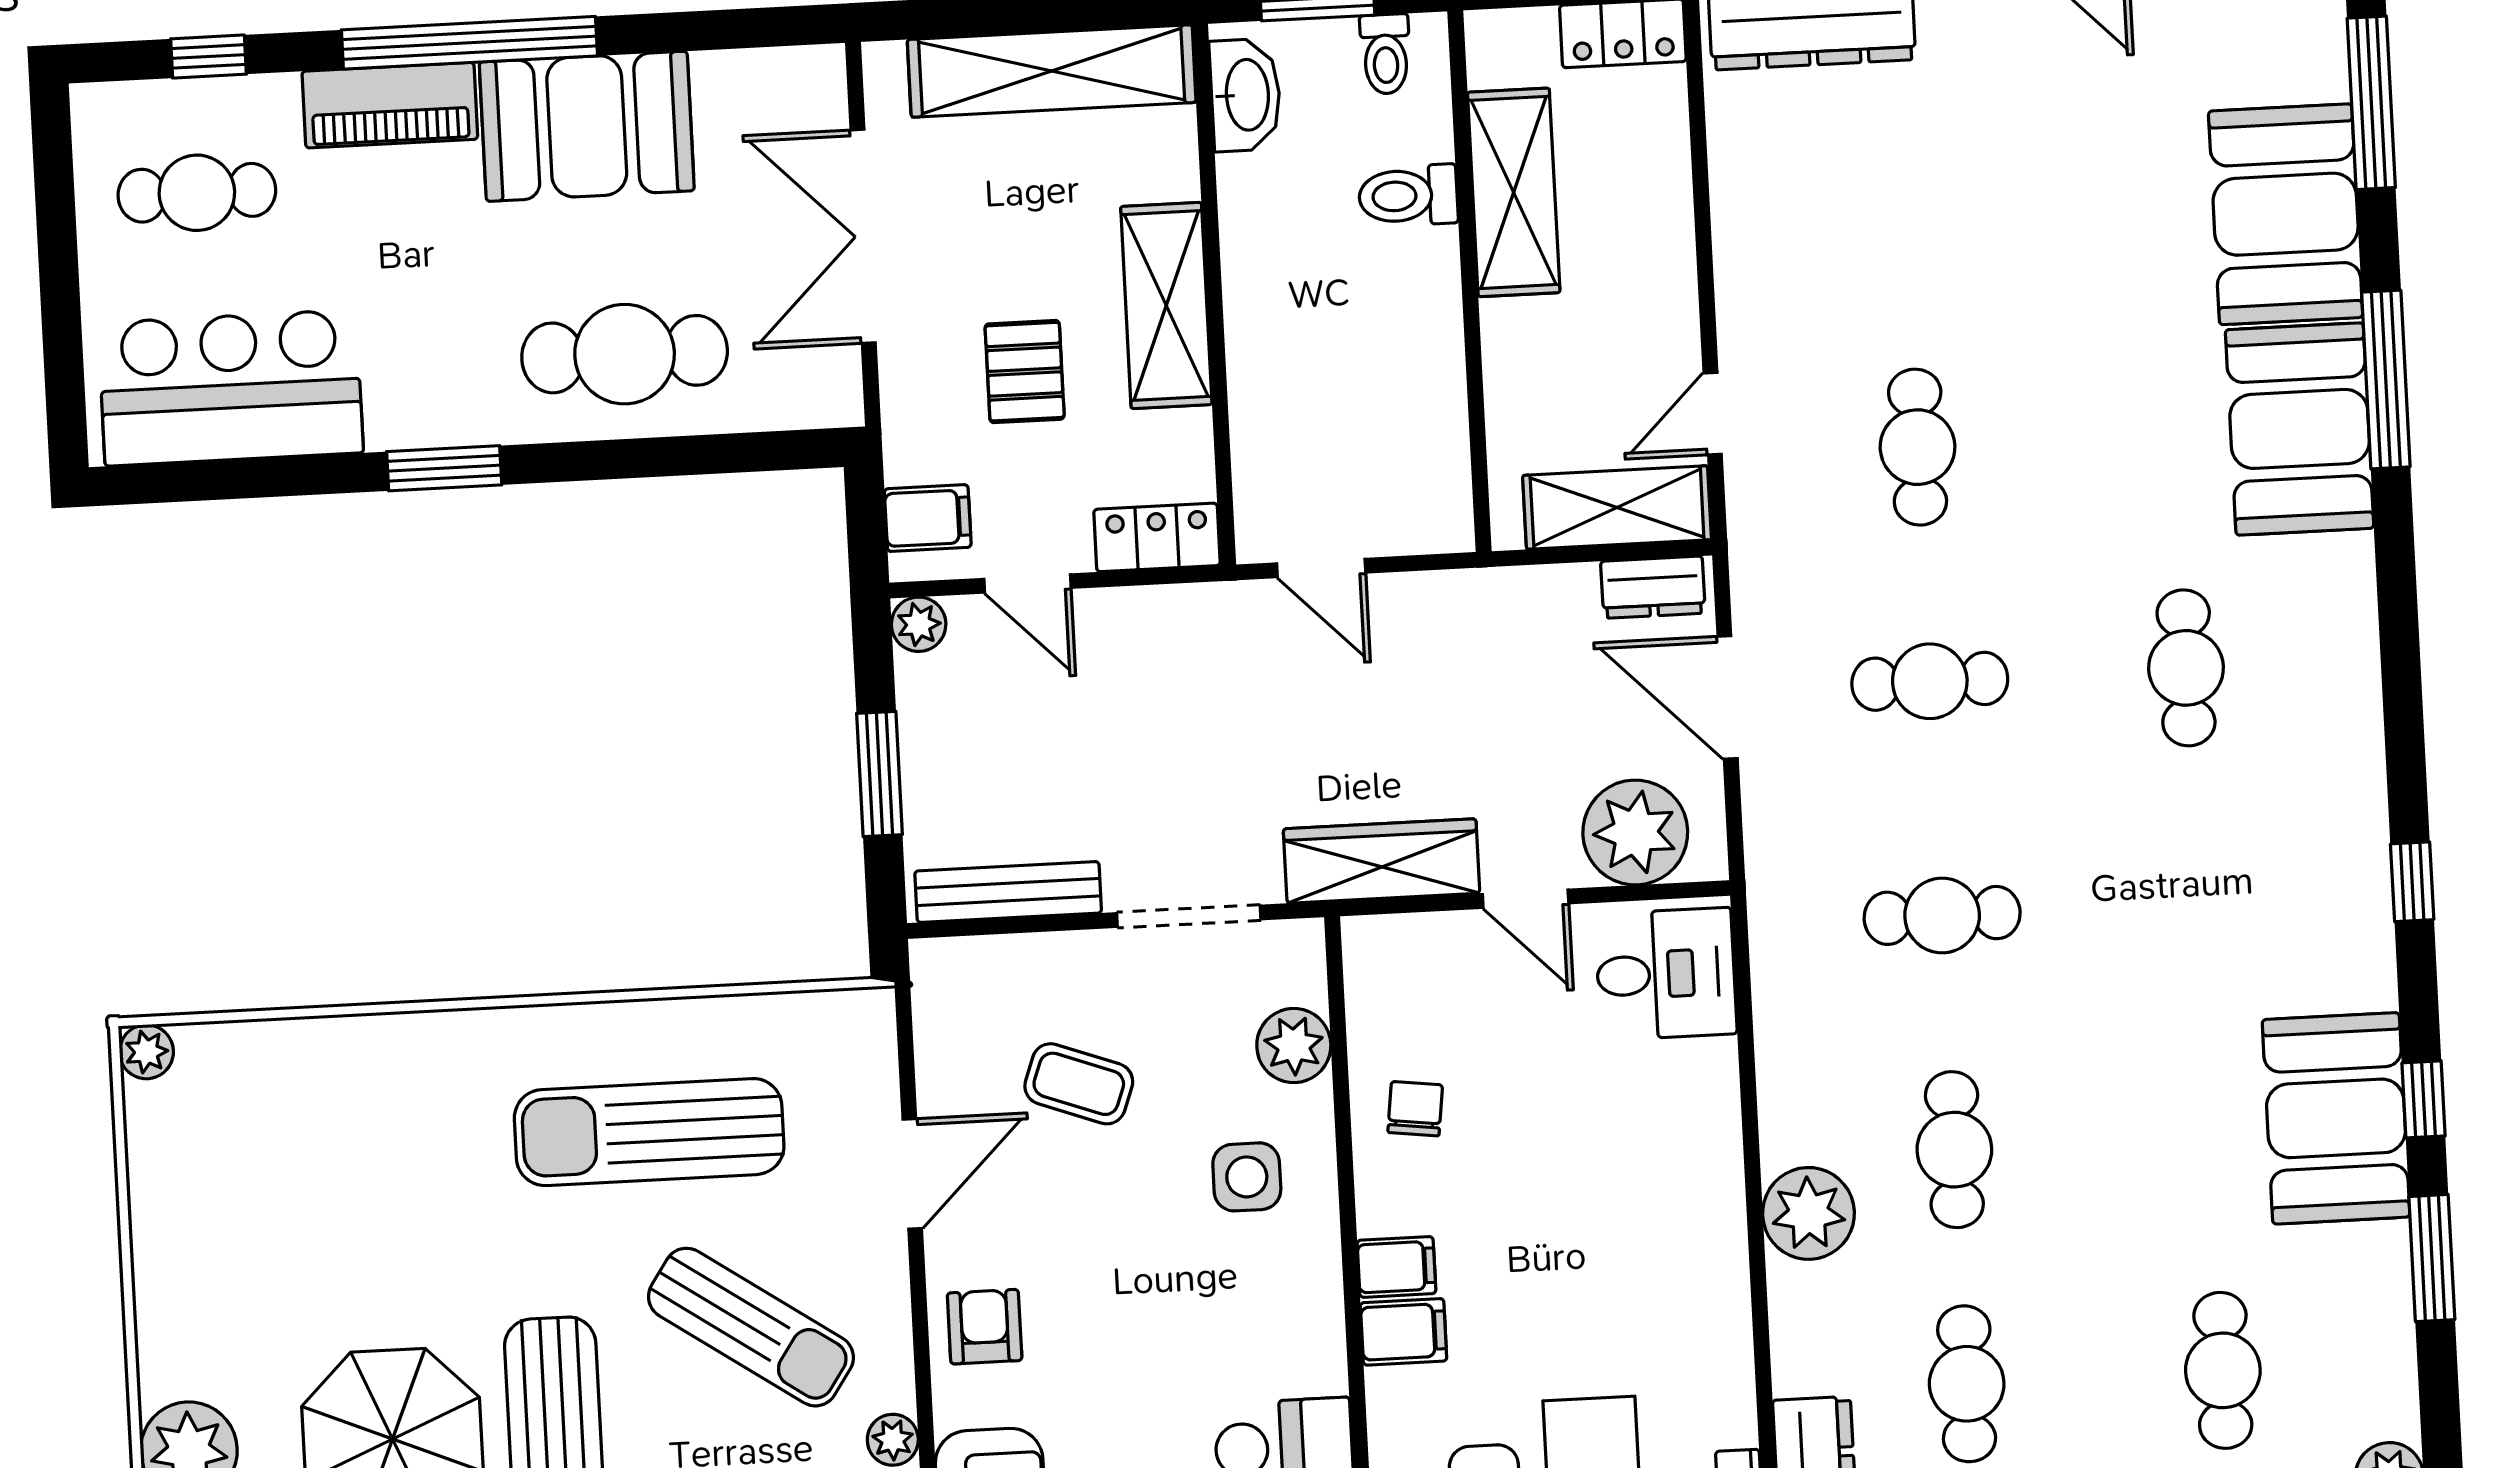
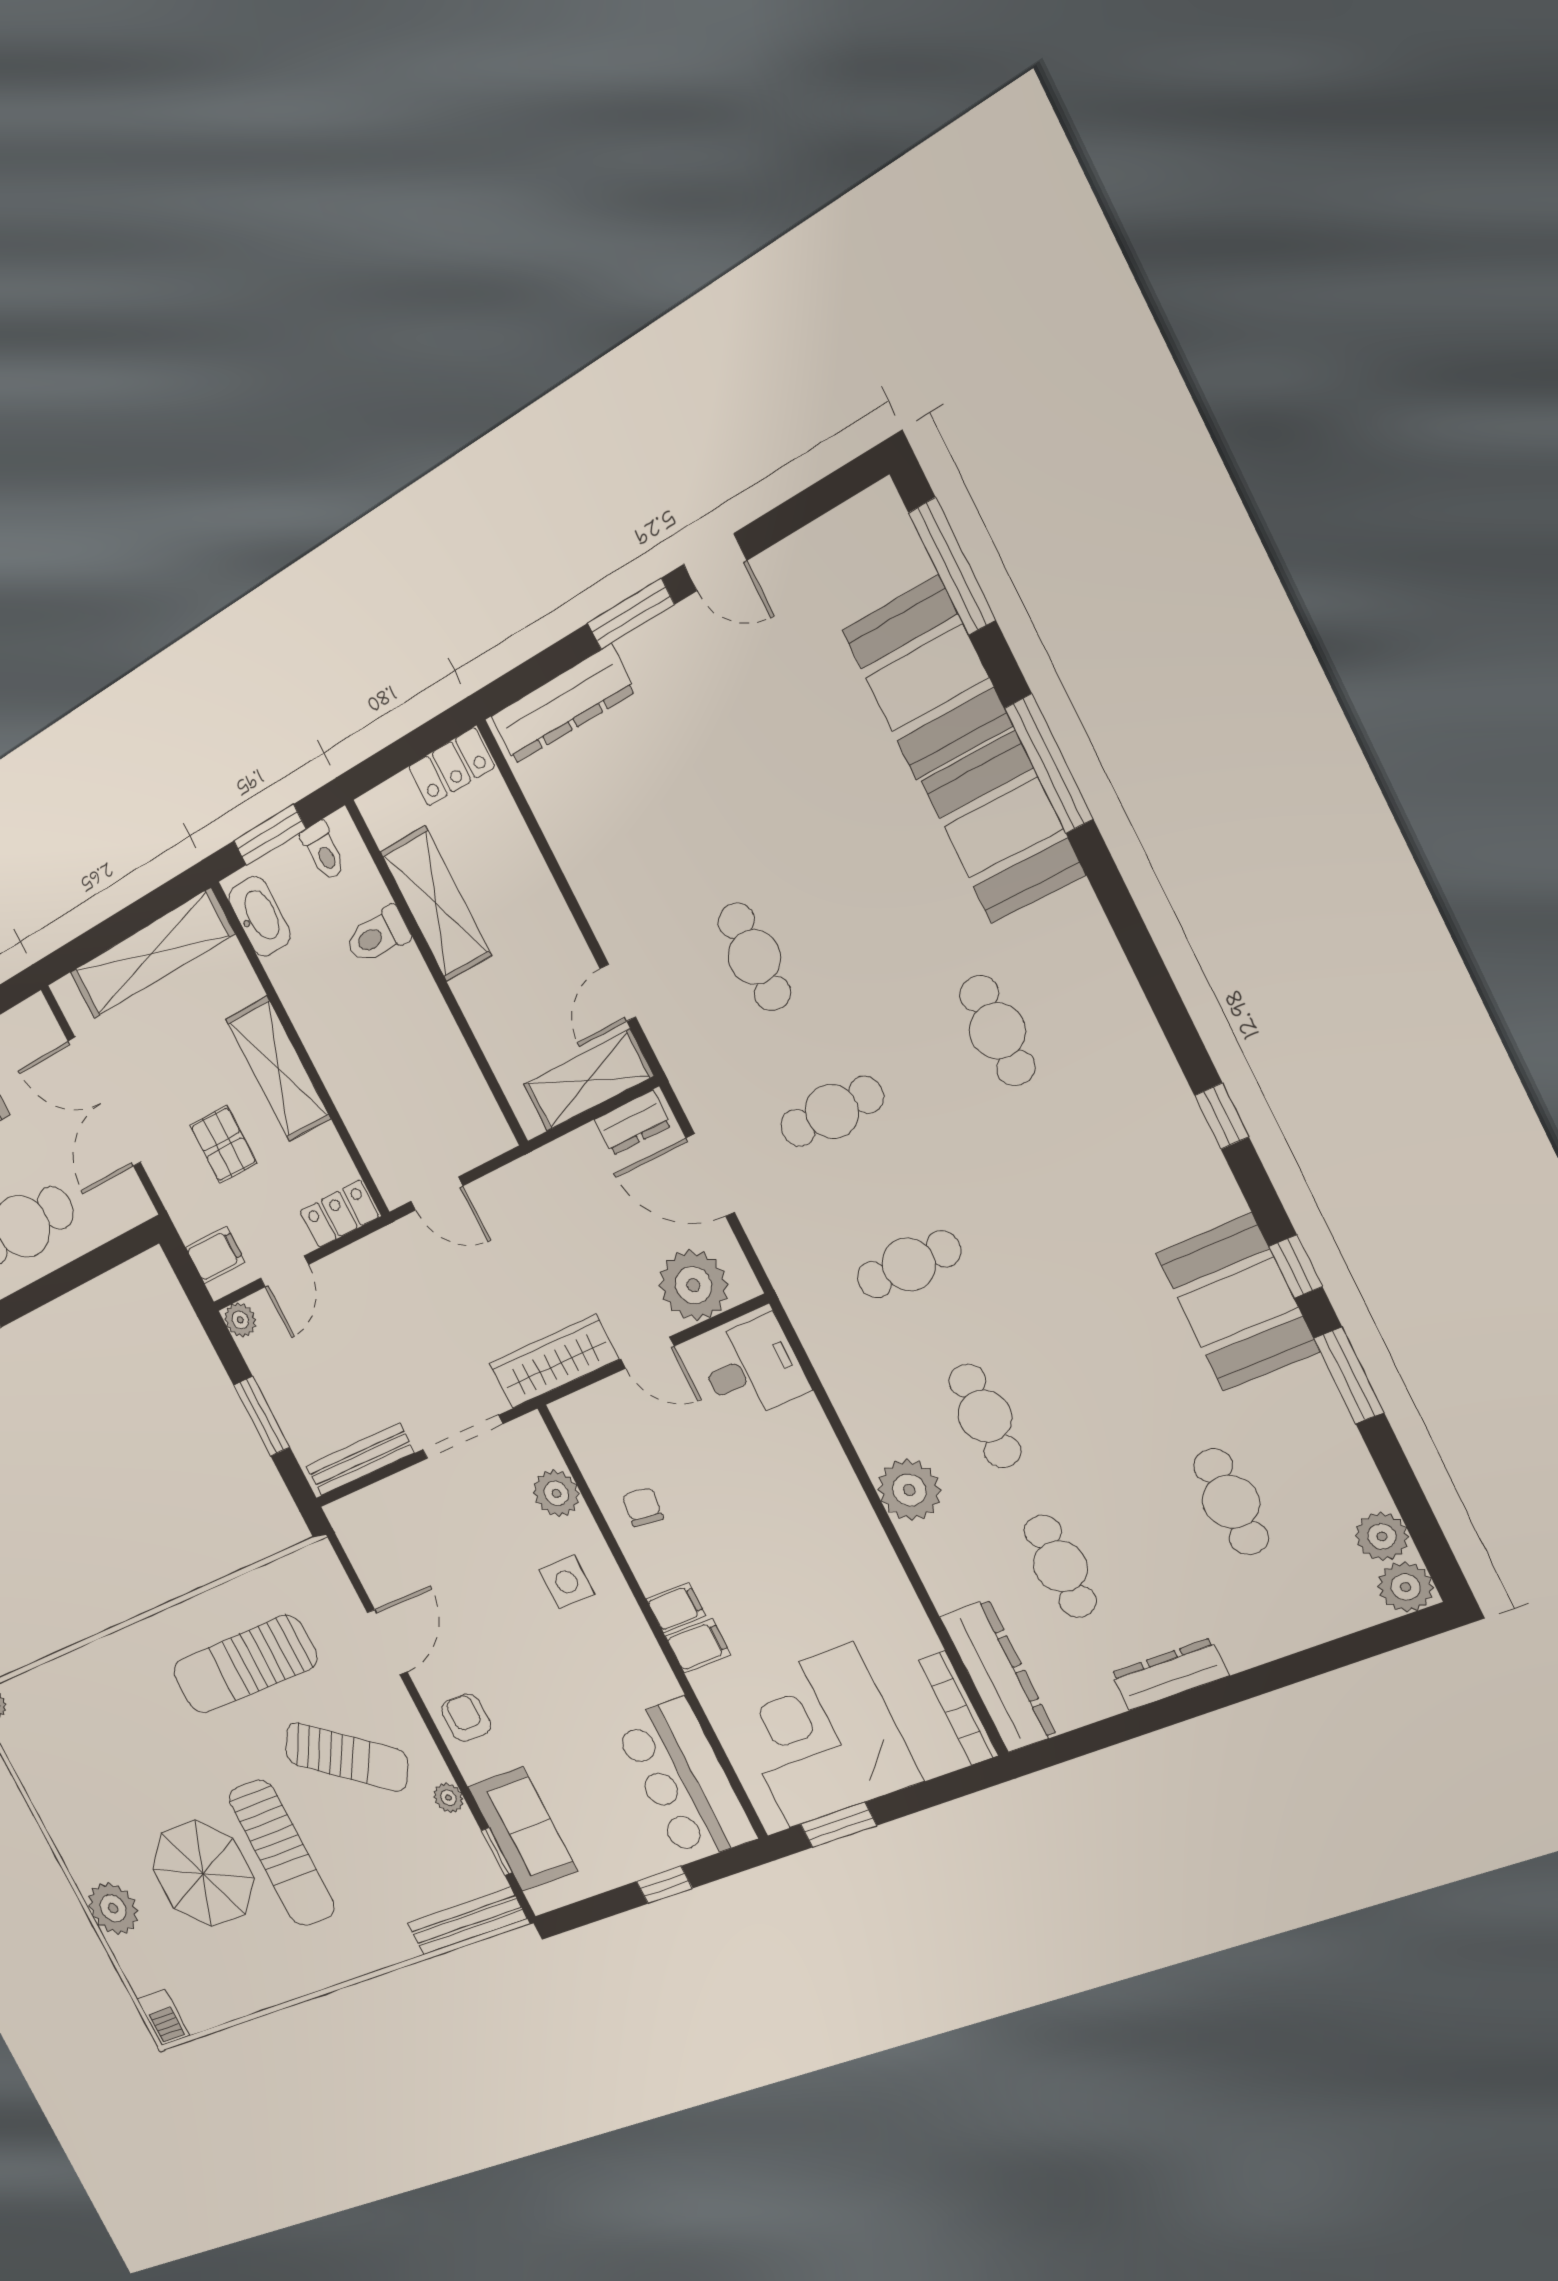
door: (1028, 583) -> (284, 1271), hinge flipped
coffee table: (1079, 1084) -> (450, 1559), removed

